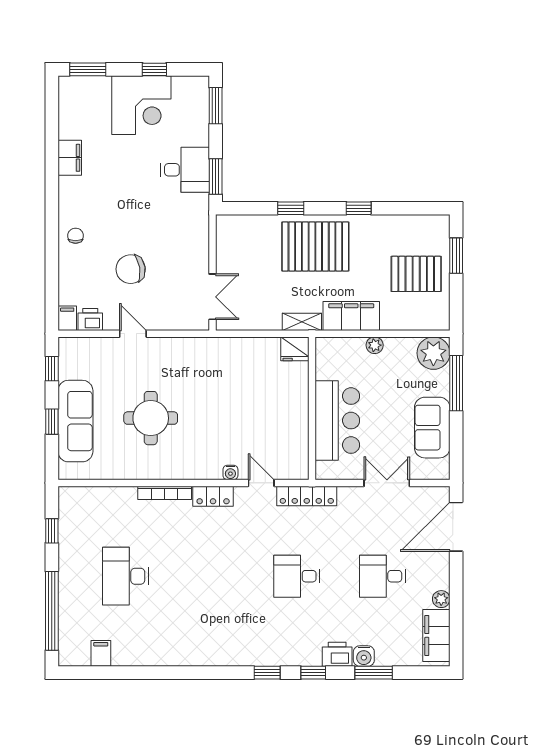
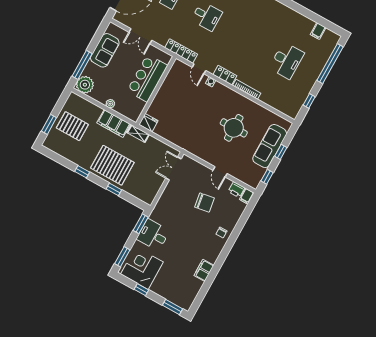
corner desk: (141, 105) -> (142, 268), moved

